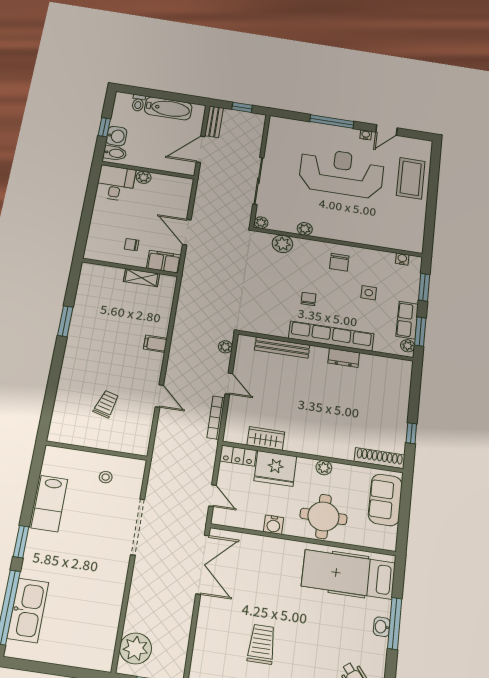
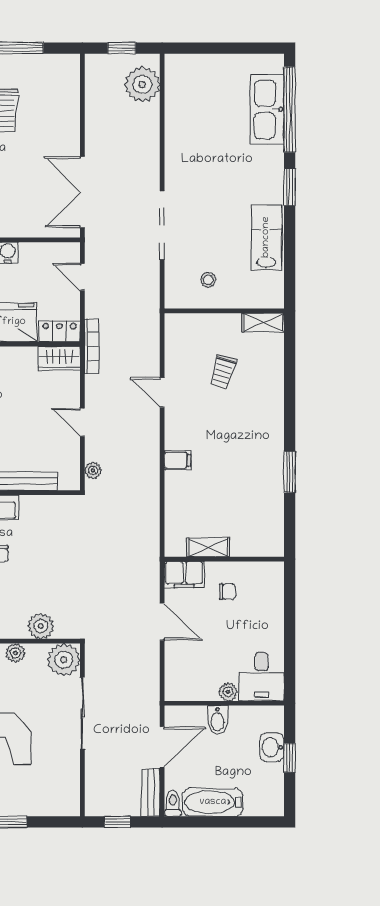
toilet: (138, 103) -> (173, 804), moved
bidet: (115, 153) -> (218, 720), moved, turned -90
plant: (261, 223) -> (64, 660), width x1.88, depth x1.88
bookcase: (216, 418) -> (92, 346), moved
shelving: (65, 437) -> (263, 322), added
wardrobe: (266, 438) -> (59, 359), moved

